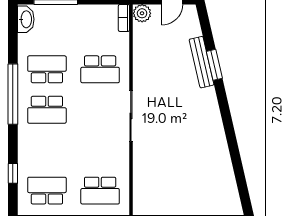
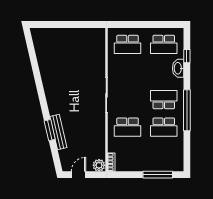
washbasin: (26, 19) -> (178, 68), moved
school desk: (100, 69) -> (128, 127), turned 180
school desk: (100, 191) -> (128, 44), turned 180

